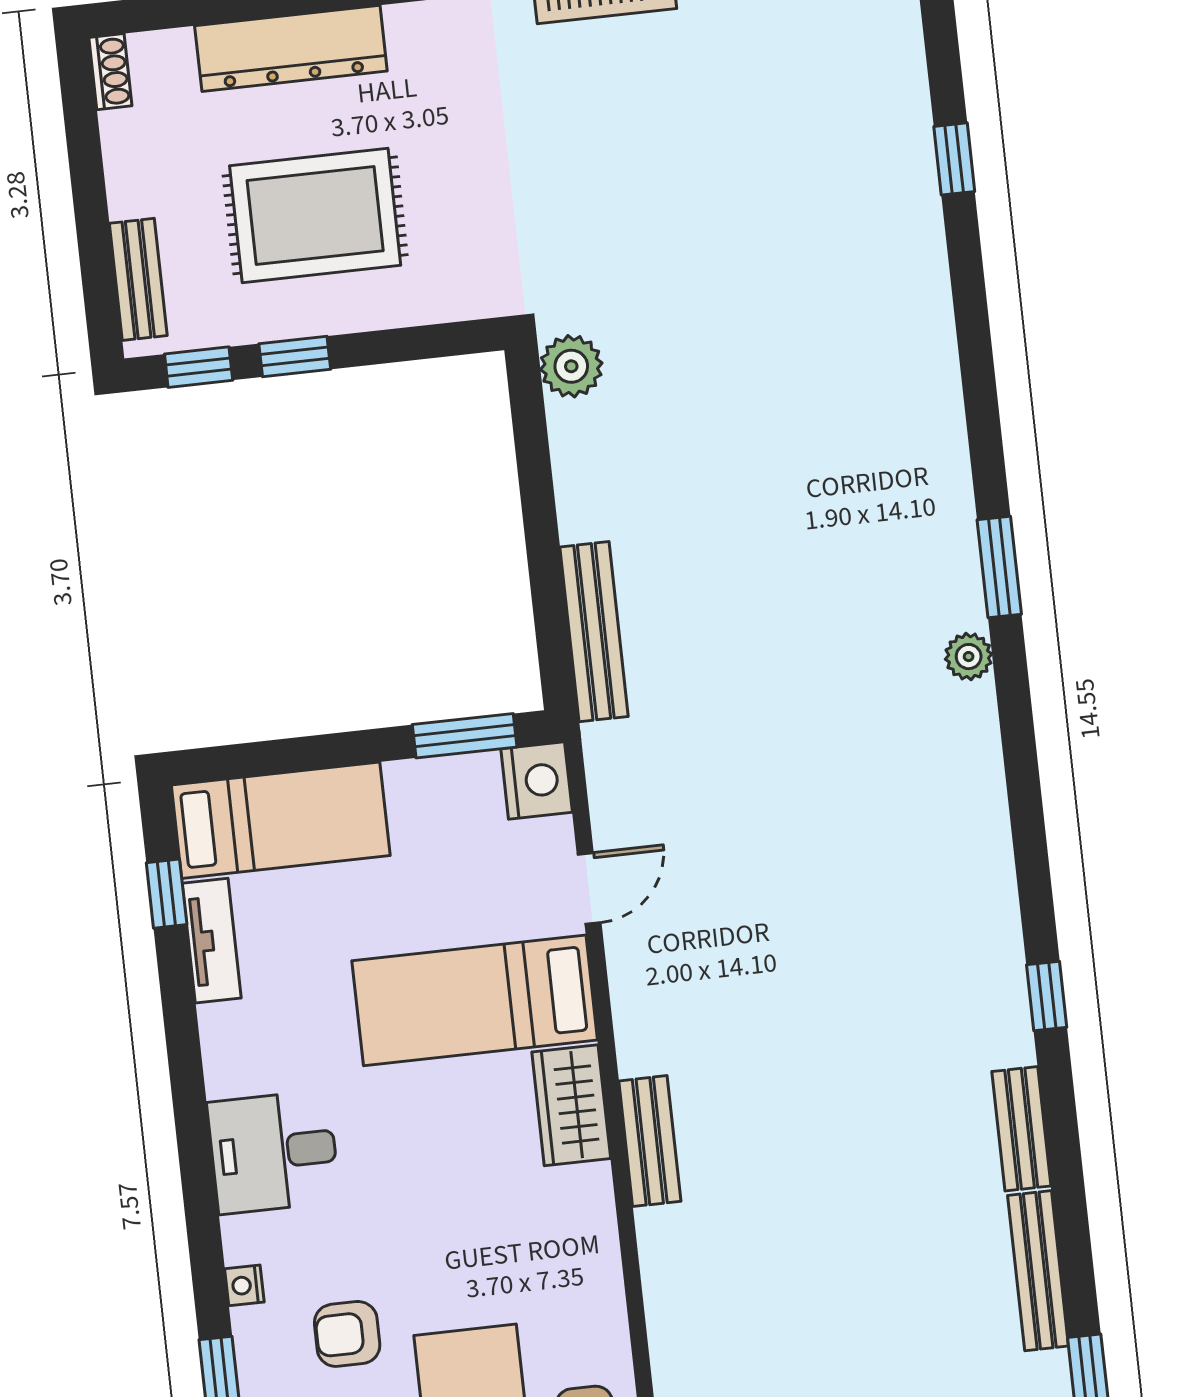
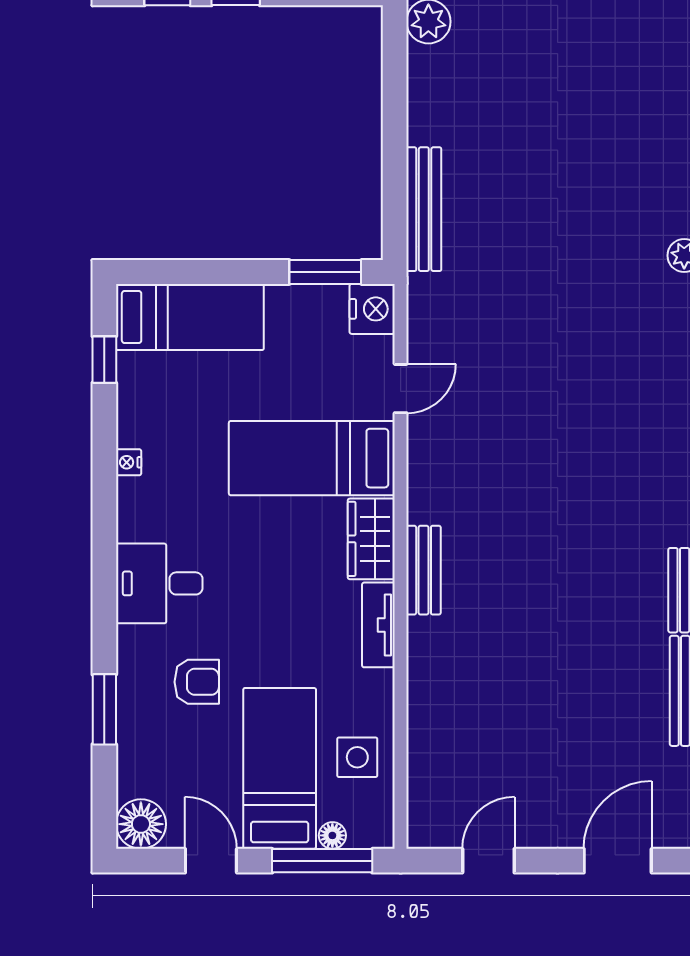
tv unit: (212, 941) -> (378, 625), moved, turned 180
desk: (273, 1152) -> (159, 583), moved
nightstand: (244, 1285) -> (129, 462), moved
armchair: (347, 1334) -> (197, 682), turned 180

